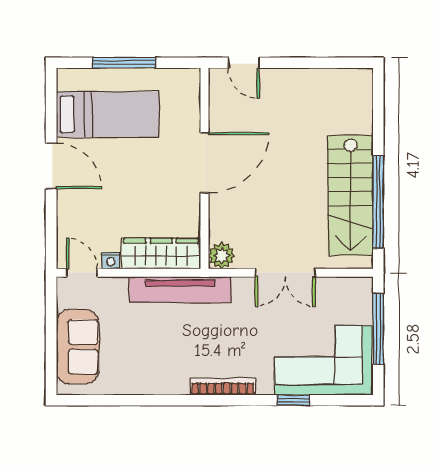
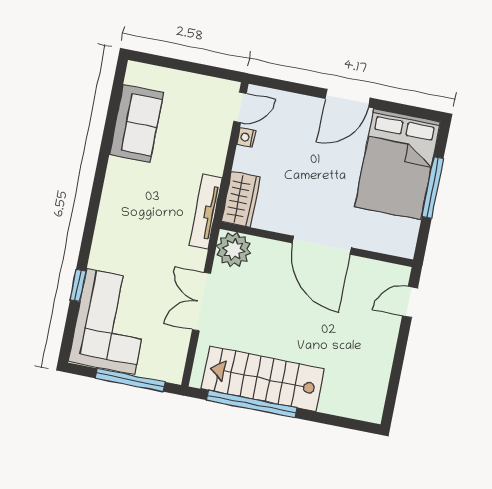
bed: (108, 114) -> (397, 164), width x1.50
wardrobe: (161, 254) -> (241, 199), width x0.67
plant: (221, 256) -> (234, 250), width x1.36, depth x1.36
tv unit: (180, 290) -> (205, 212), width x0.73, depth x0.78
sofa: (78, 347) -> (136, 124), moved, turned -90
bookcase: (223, 387) -> (104, 221), removed

